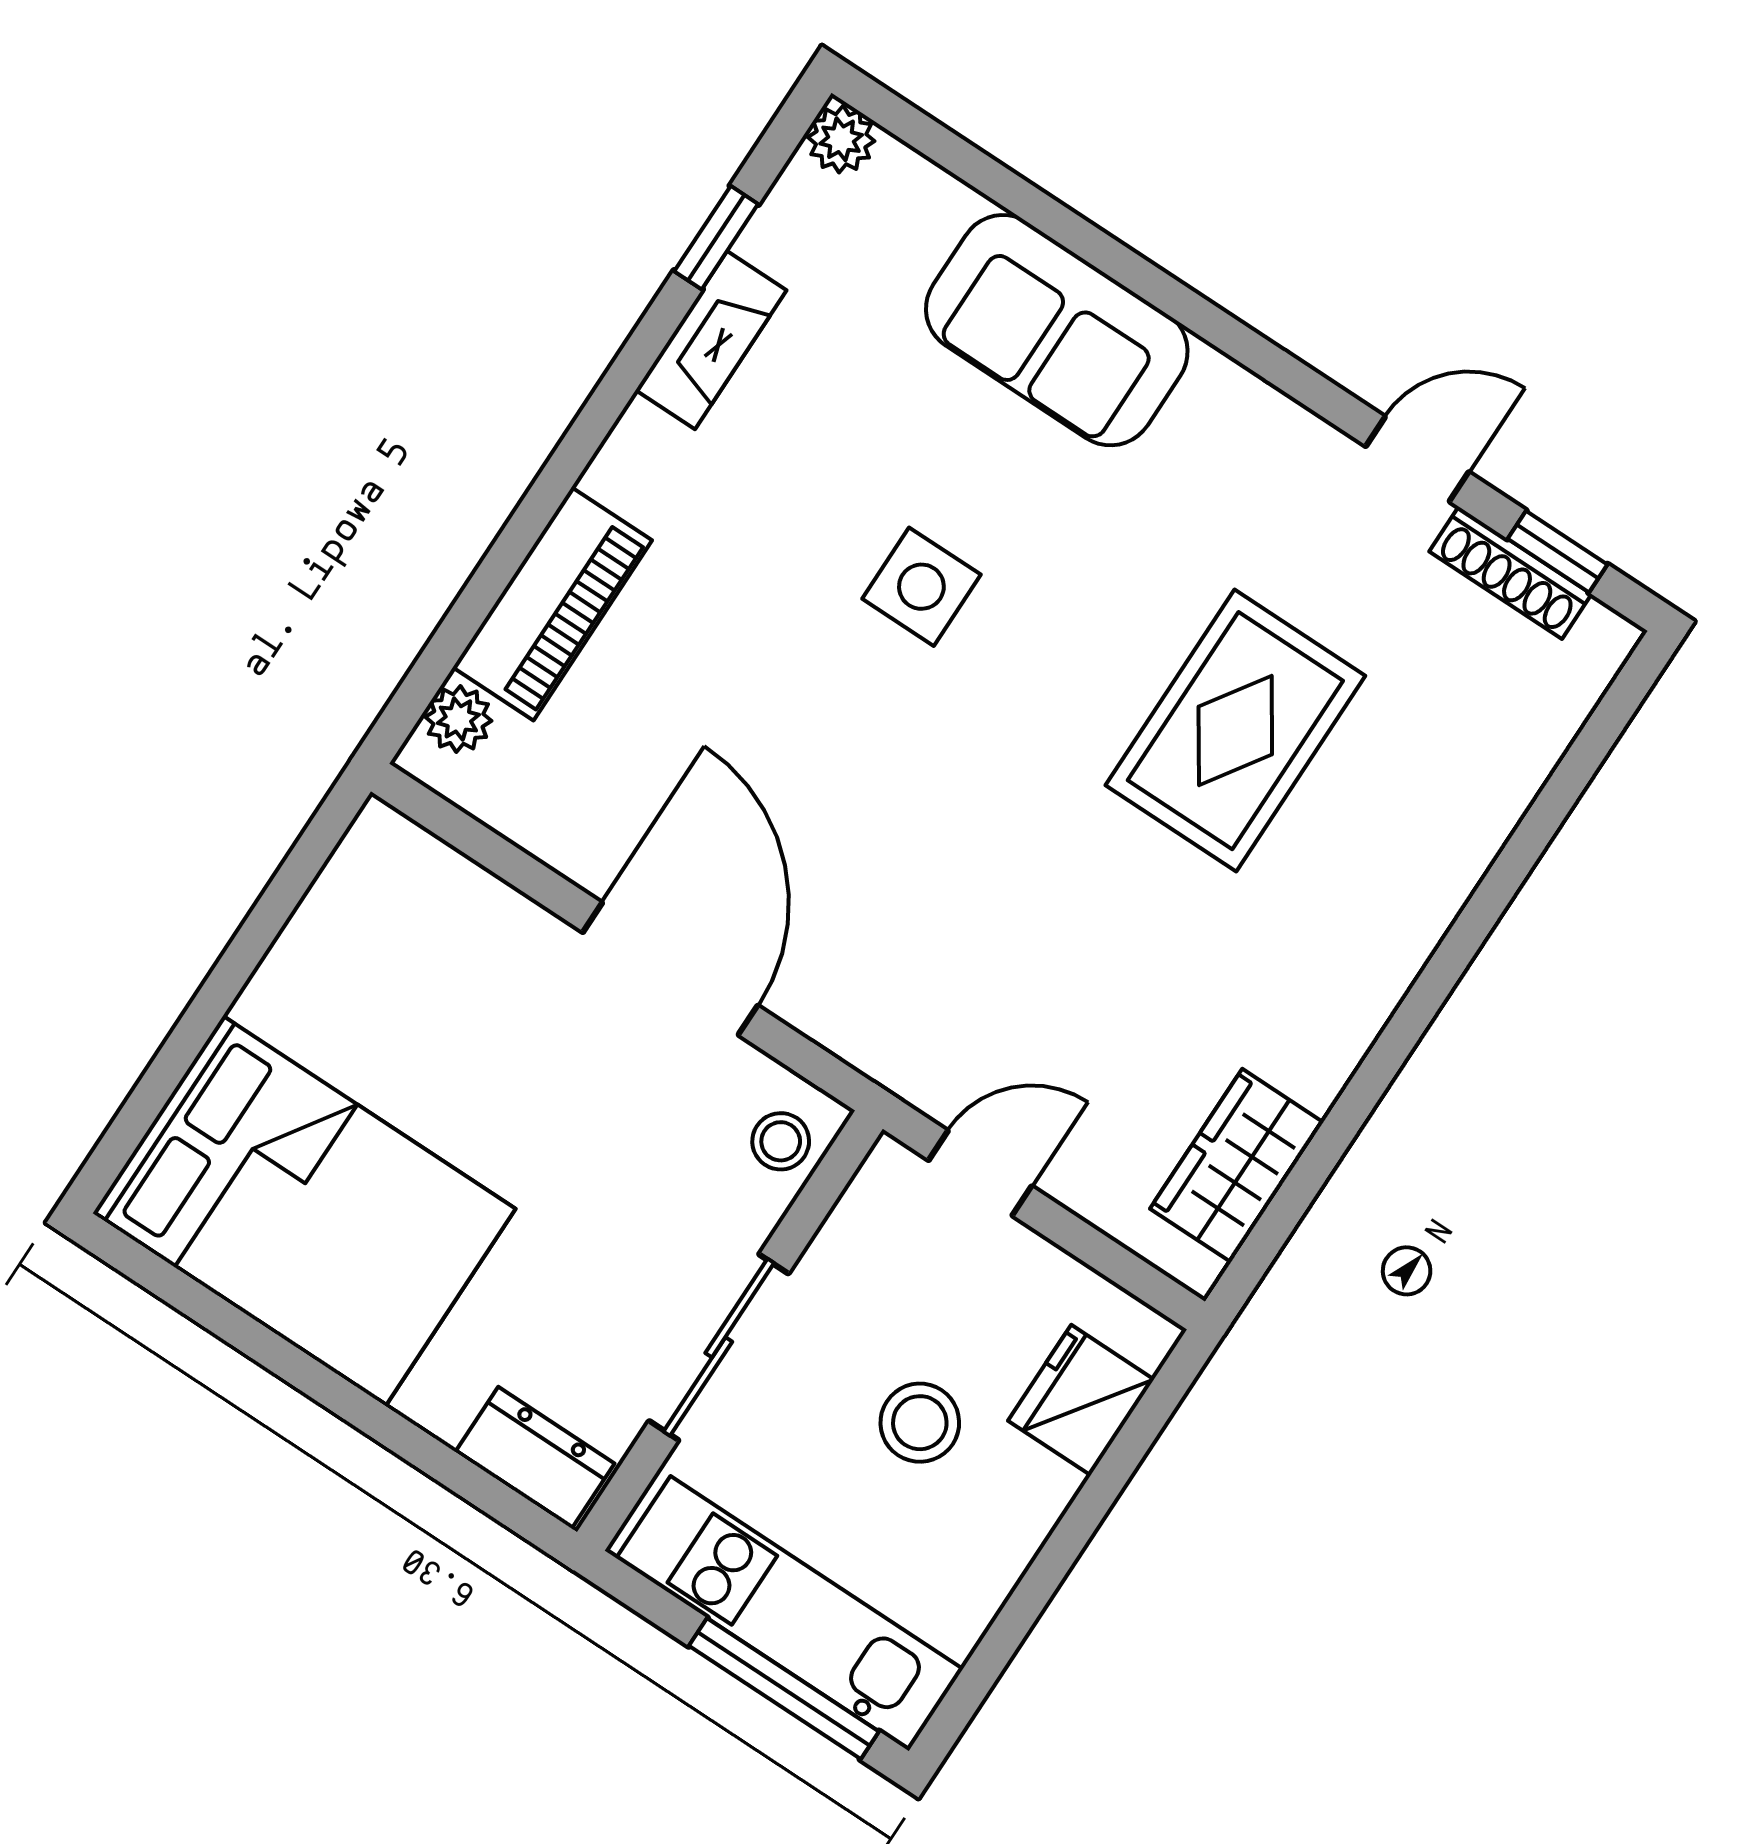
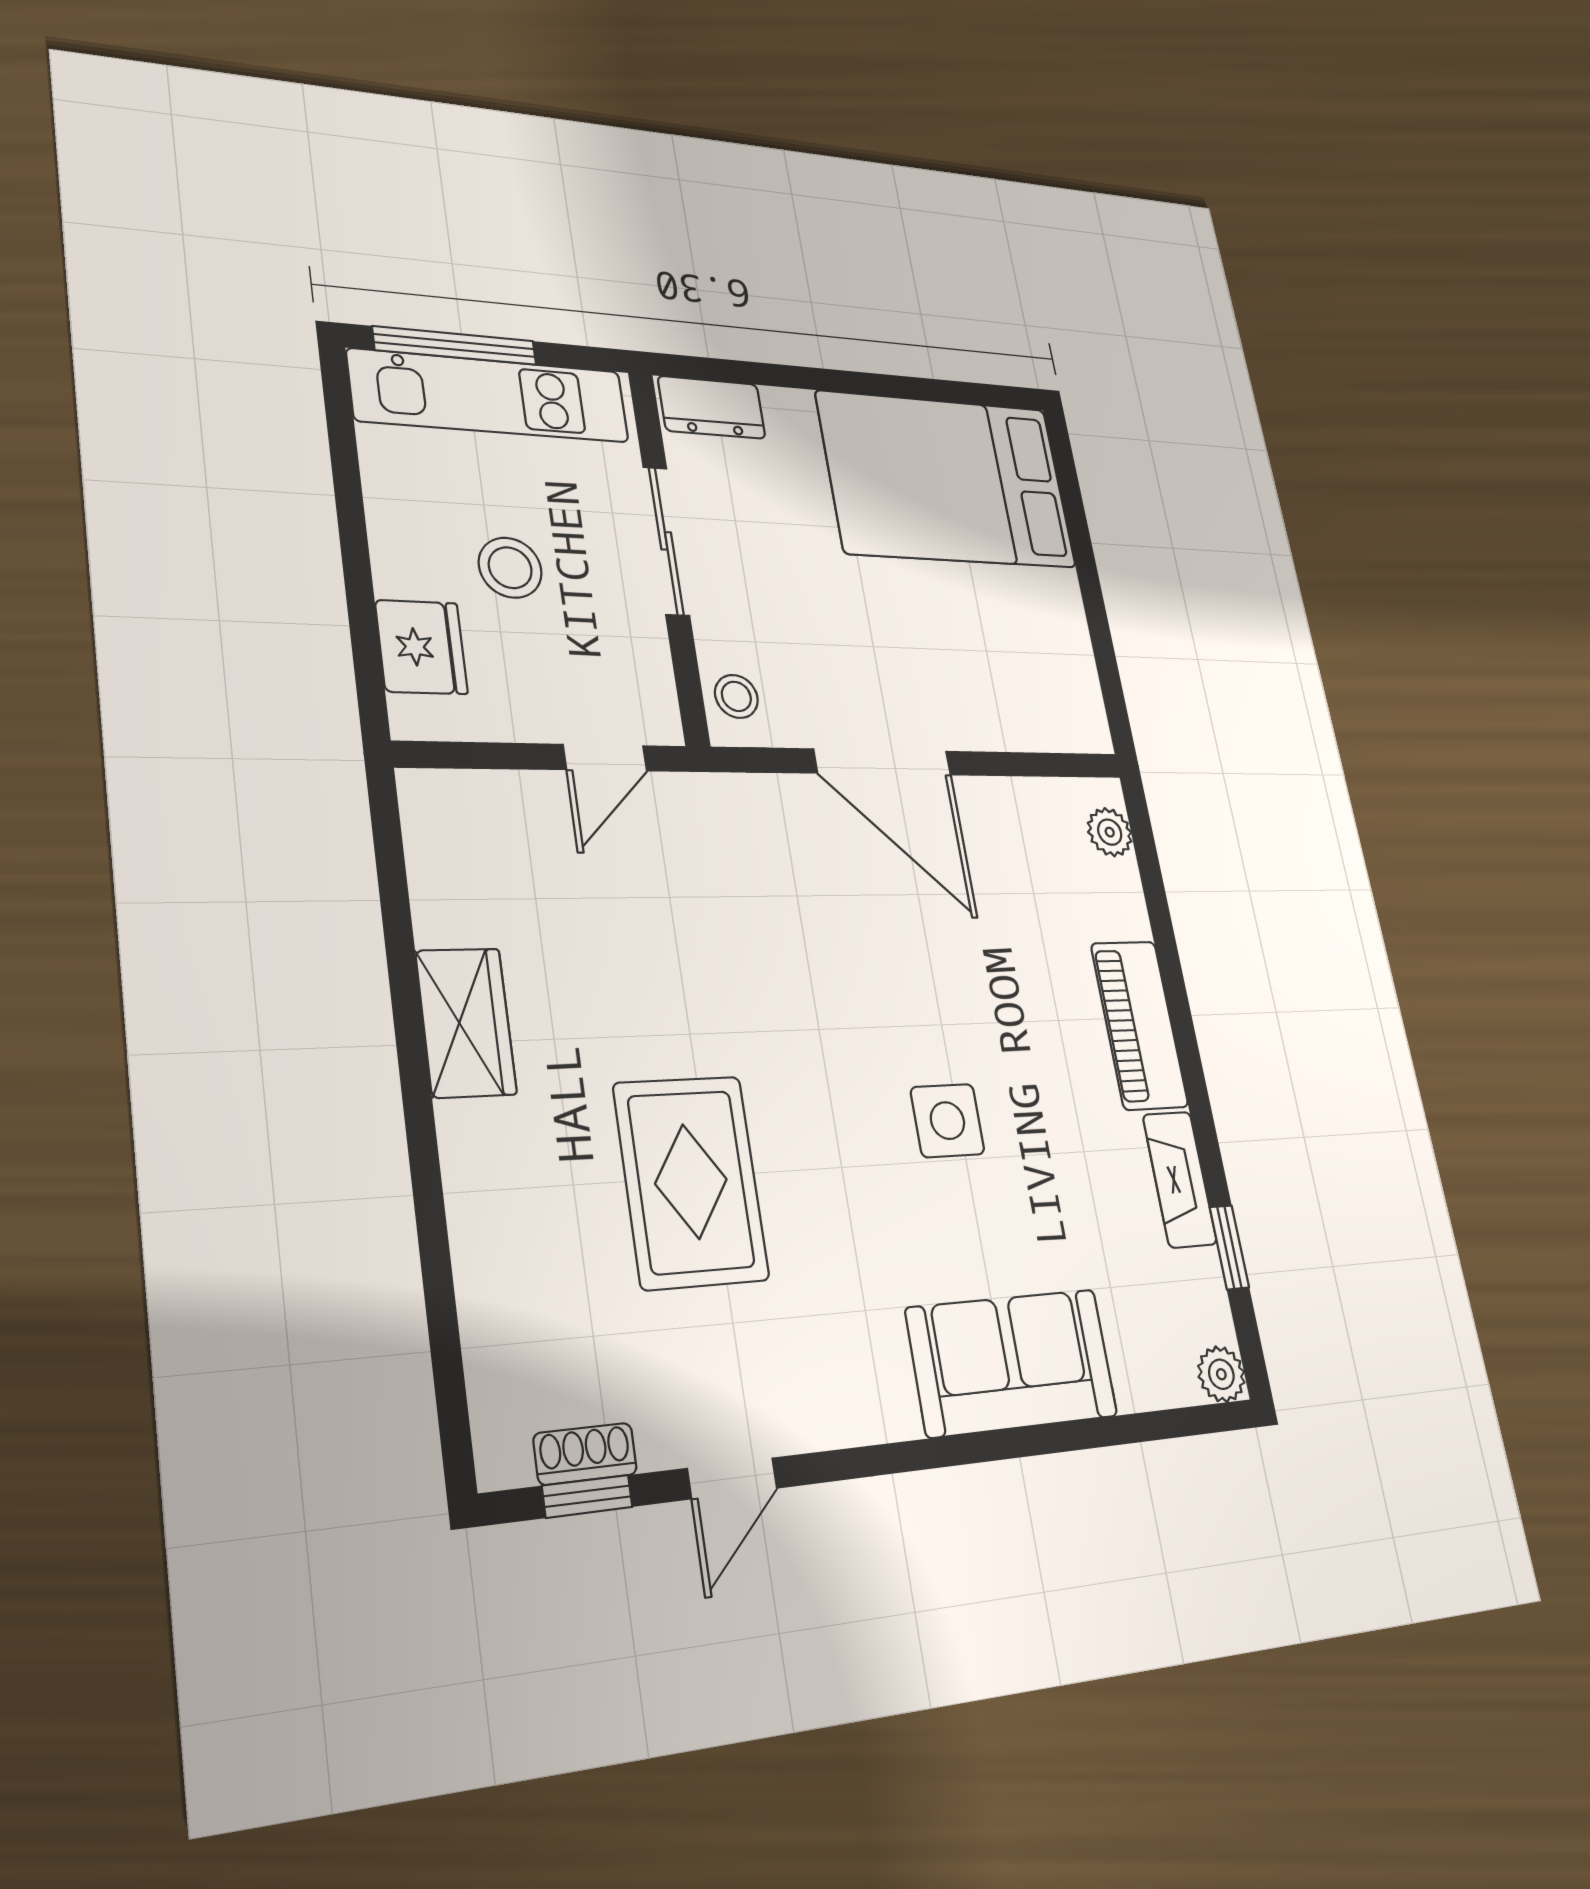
shoe rack: (1510, 573) -> (585, 1454), width x0.70
piano: (552, 604) -> (1139, 1025), moved
wardrobe: (1237, 1166) -> (466, 1022), moved

